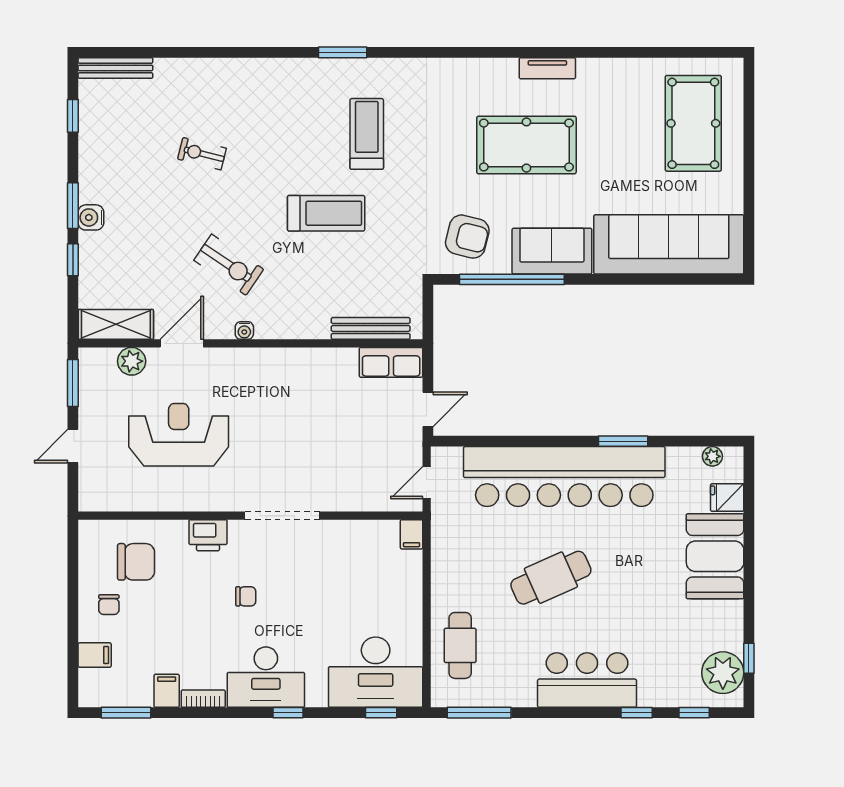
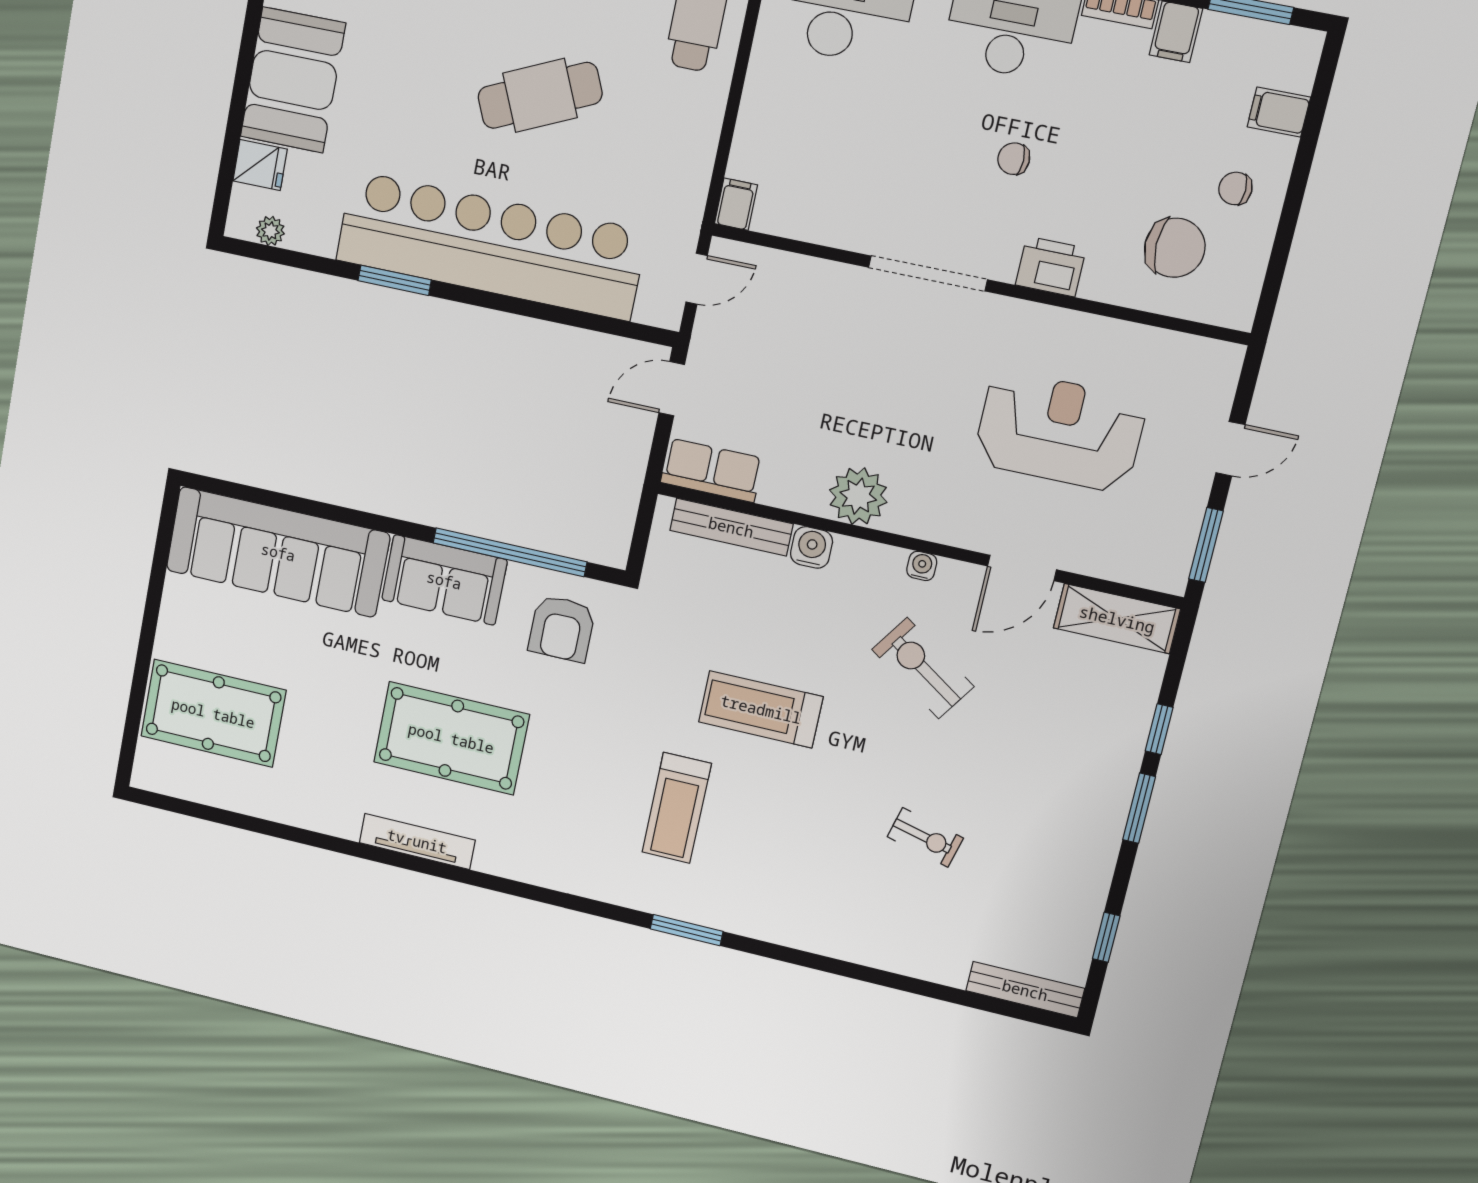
tv unit: (547, 68) -> (417, 841), width x1.41
pool table: (693, 123) -> (213, 713), turned 90
water cooler: (91, 217) -> (811, 547), moved, turned -90
armchair: (467, 237) -> (562, 628), turned -104
plant: (132, 361) -> (858, 496), moved, width x1.36, depth x1.36
reception desk: (179, 435) -> (1060, 431), turned 180
chair: (136, 562) -> (1175, 248), turned 180
chair: (109, 605) -> (1235, 188), turned -90

